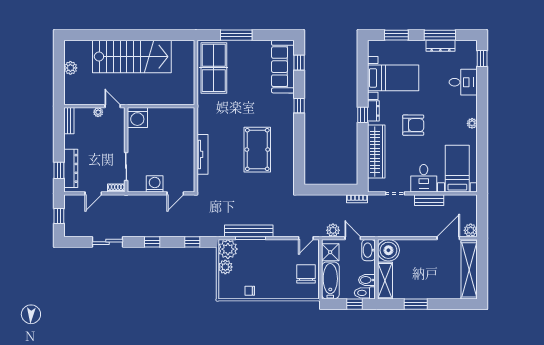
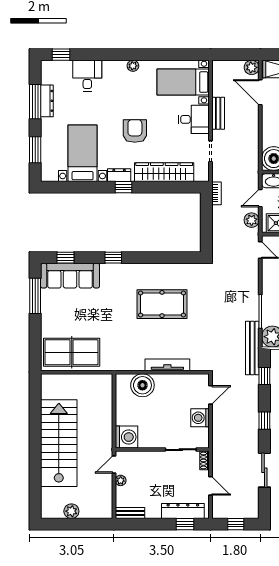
window: (236, 35) -> (35, 296), moved
boiler: (184, 132) -> (142, 385), added
door: (175, 193) -> (211, 395), hinge flipped
bench: (249, 231) -> (252, 348), moved

